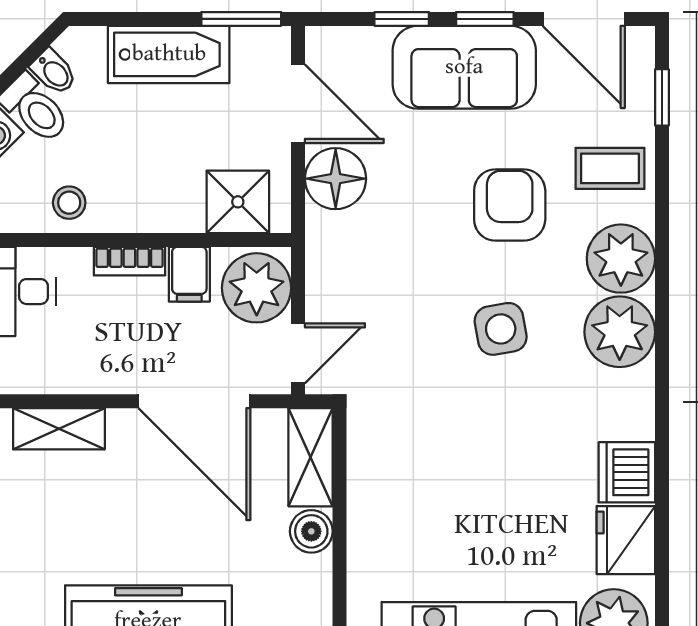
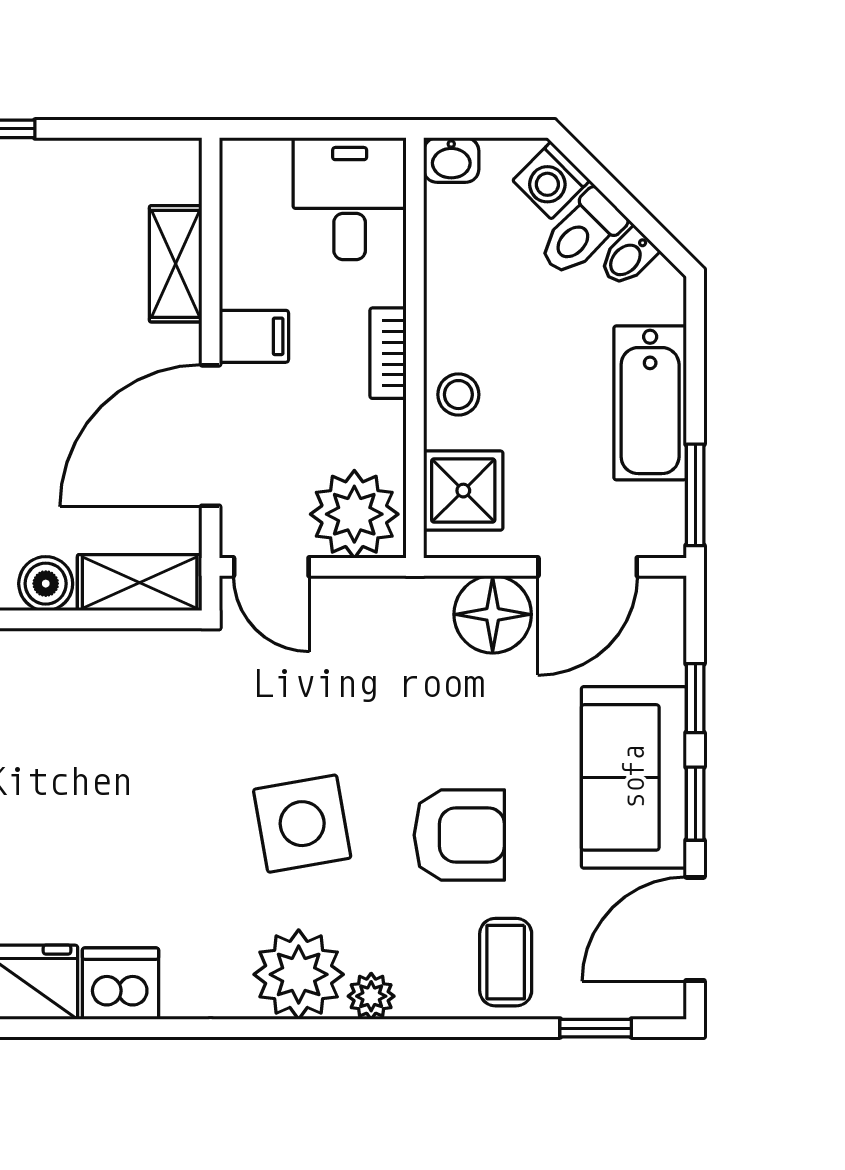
stool: (69, 203) -> (458, 395), moved
plant: (621, 259) -> (371, 996), width x0.53, depth x0.53
filing cabinet: (189, 274) -> (254, 336), moved, turned 180
side table: (501, 329) -> (302, 824), width x1.37, depth x1.37

